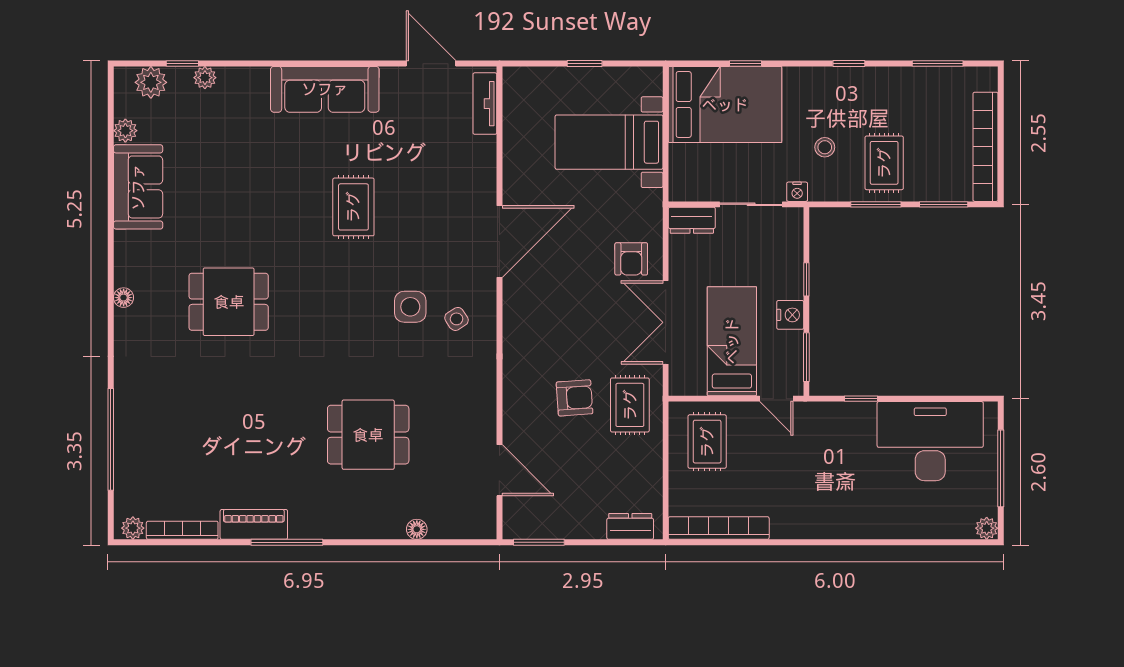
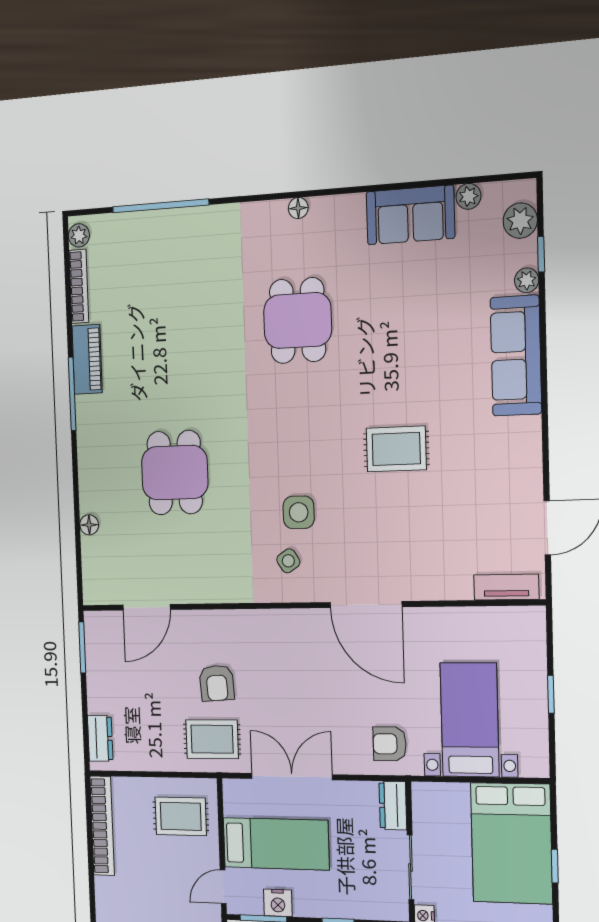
sofa: (325, 89) -> (516, 356), moved
armchair: (631, 259) -> (390, 744), moved
nightstand: (790, 315) -> (278, 903), moved

